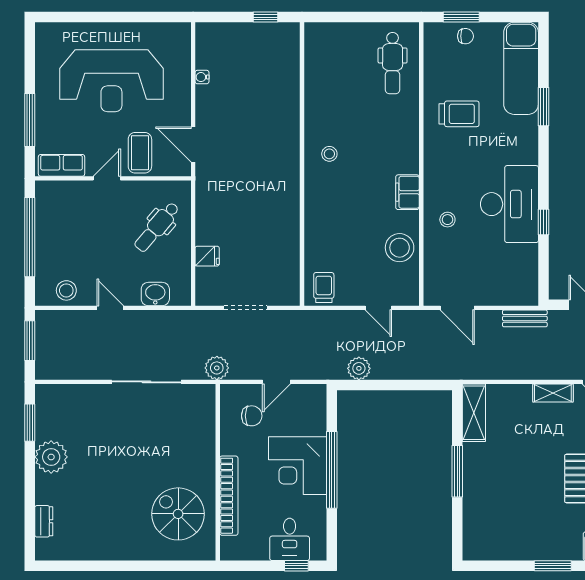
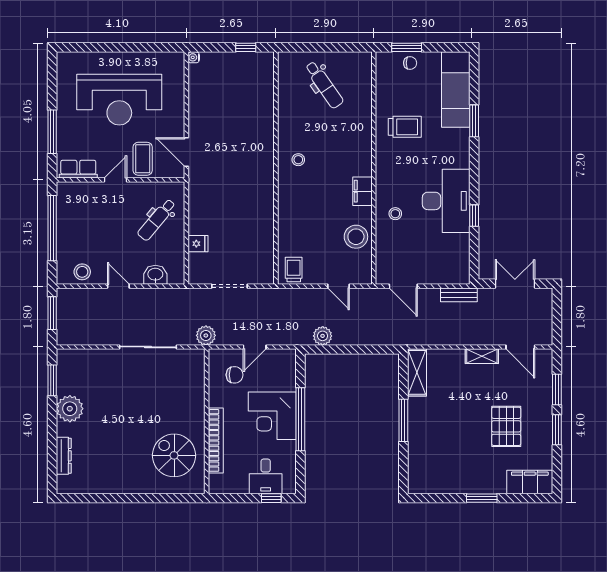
dental chair: (393, 63) -> (324, 85), moved, turned -35
water cooler: (202, 77) -> (194, 57), moved
dresser: (44, 521) -> (64, 456), width x1.44

